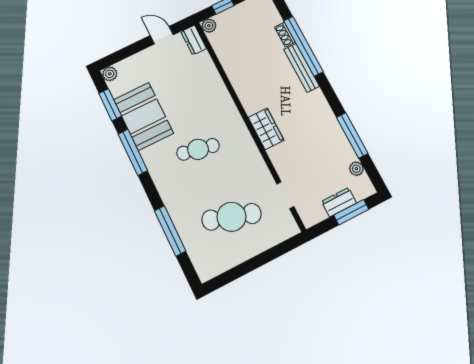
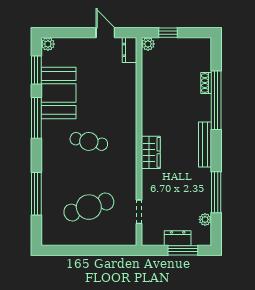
bench: (302, 68) -> (205, 145), moved
cafe table: (232, 217) -> (89, 207), turned -36

